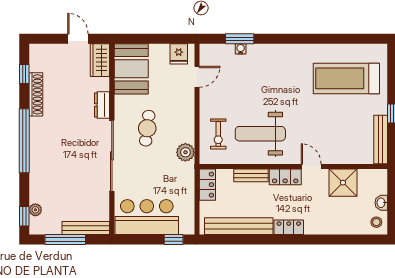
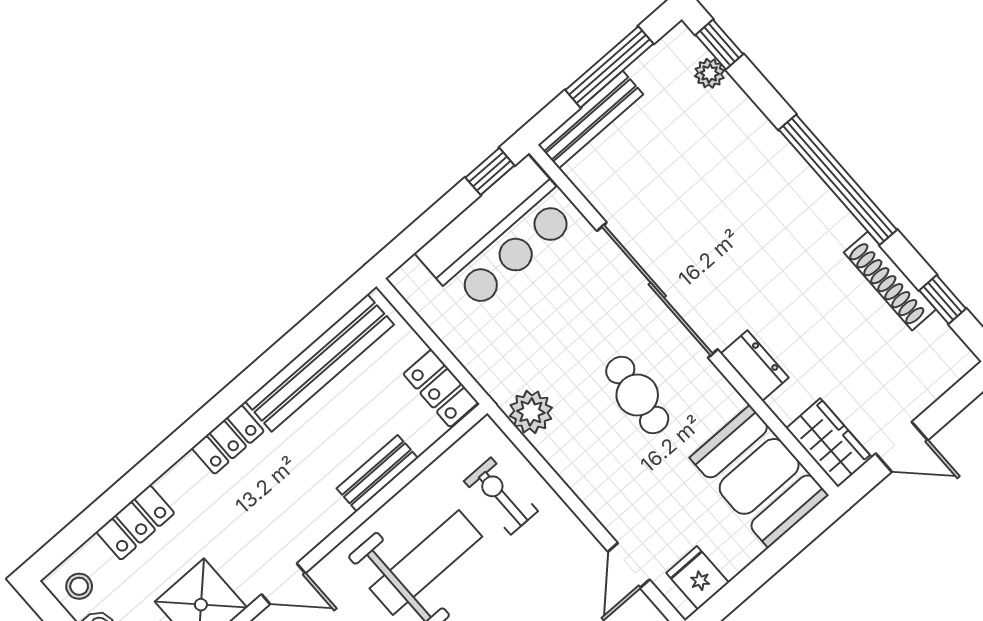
locker: (285, 177) -> (135, 523), moved, turned 180
window: (174, 240) -> (490, 171), moved

